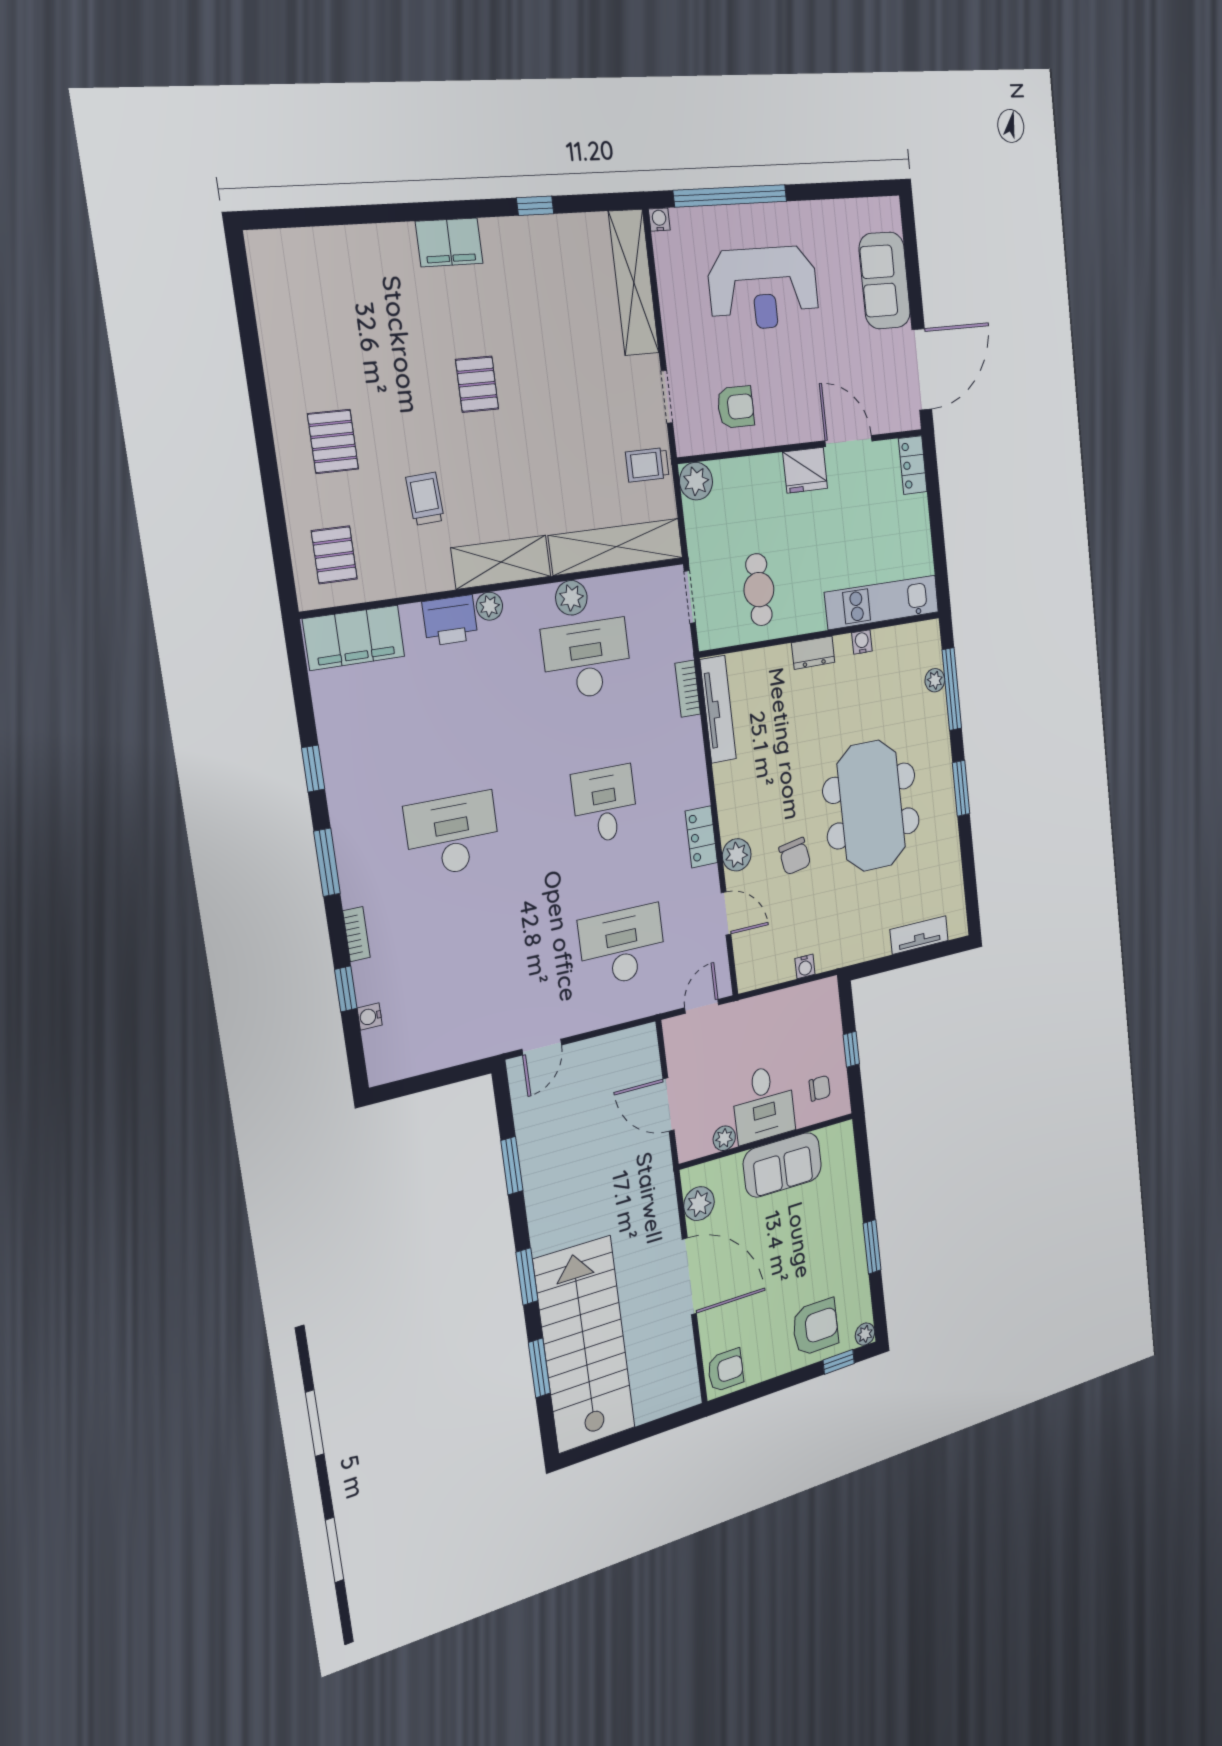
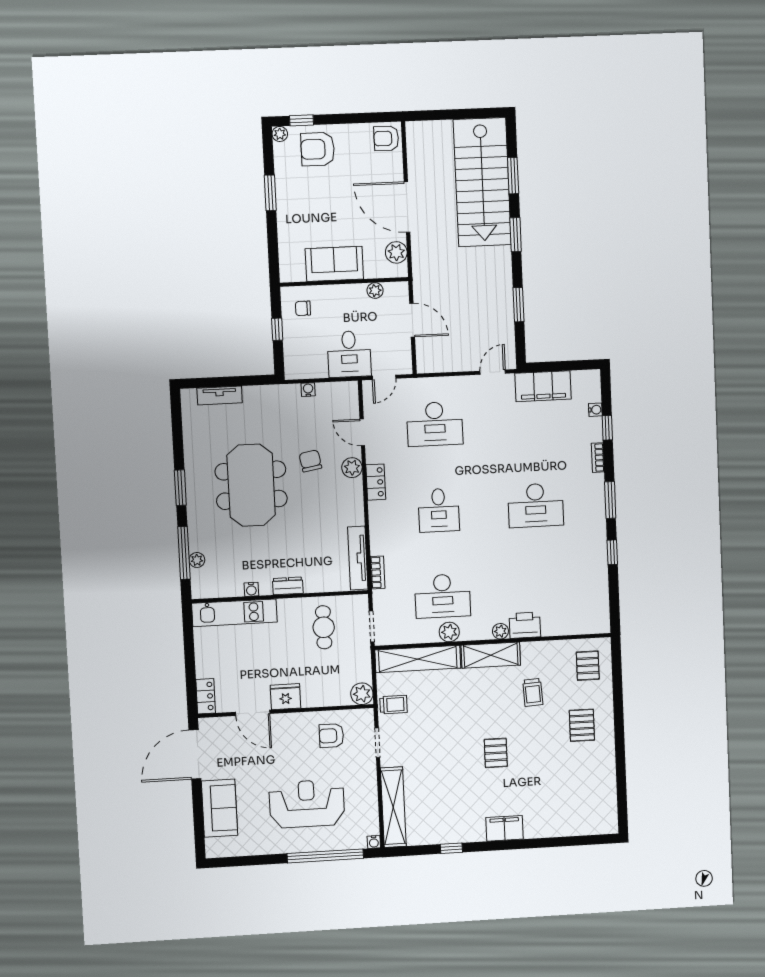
filing cabinet: (354, 638) -> (543, 386), moved, turned 180
desk: (763, 1104) -> (349, 354), moved, turned 180

